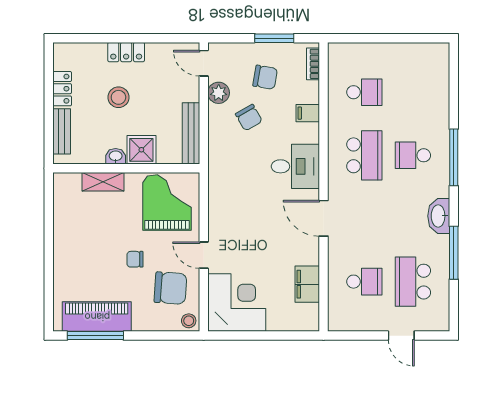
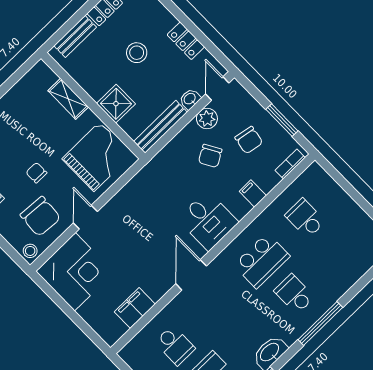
locker: (126, 52) -> (186, 41), moved
school desk: (364, 92) -> (305, 218), turned 180
washbasin: (116, 156) -> (190, 99), moved, turned -90

